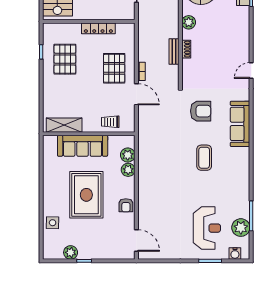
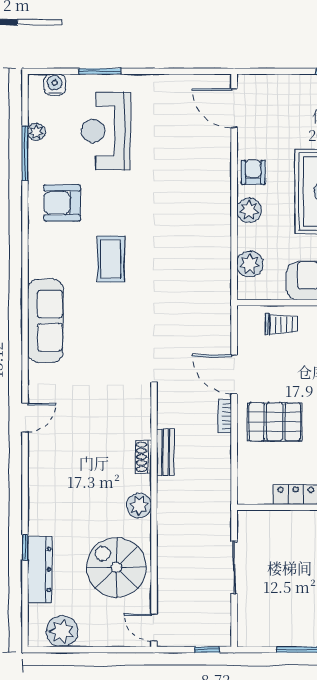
pallet: (114, 68) -> (275, 422), turned 90
armchair: (201, 111) -> (62, 203), moved
plant: (128, 170) -> (249, 210), moved
plant: (241, 228) -> (36, 132), width x0.53, depth x0.53

